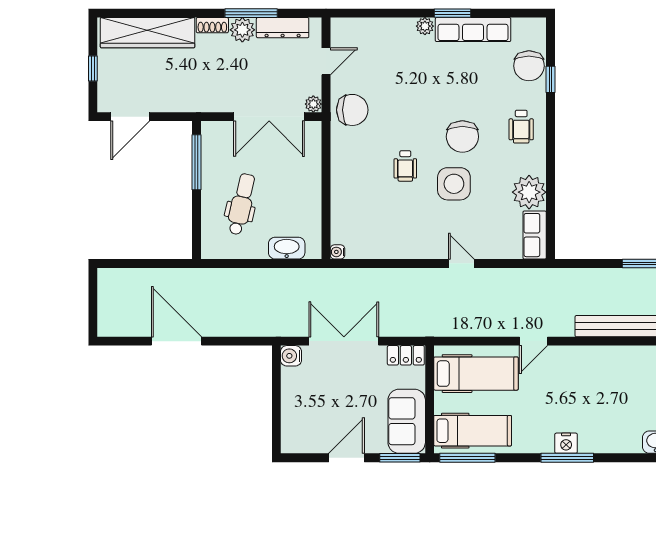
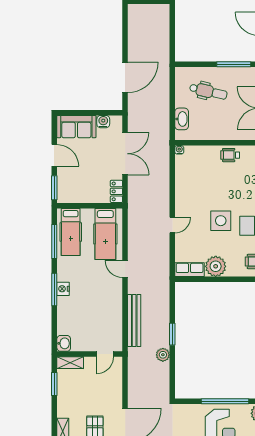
wheelchair: (405, 166) -> (230, 155), moved
door: (176, 341) -> (125, 77), moved
water cooler: (291, 356) -> (103, 122), moved
sofa: (407, 421) -> (76, 127), moved, turned 180
window: (467, 458) -> (54, 242), moved

